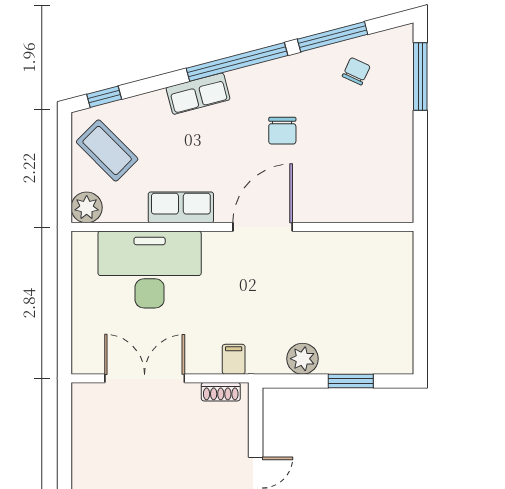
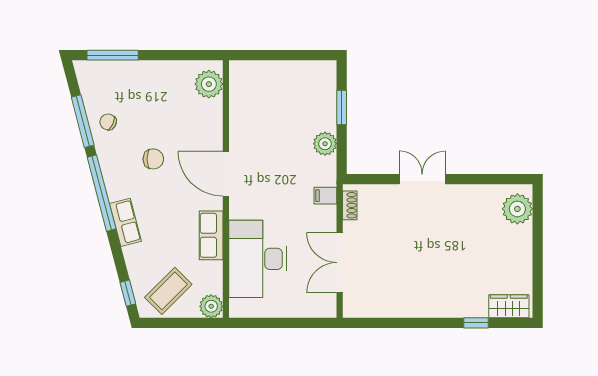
chair: (356, 71) -> (108, 122), moved
plant: (382, 204) -> (209, 84), added

